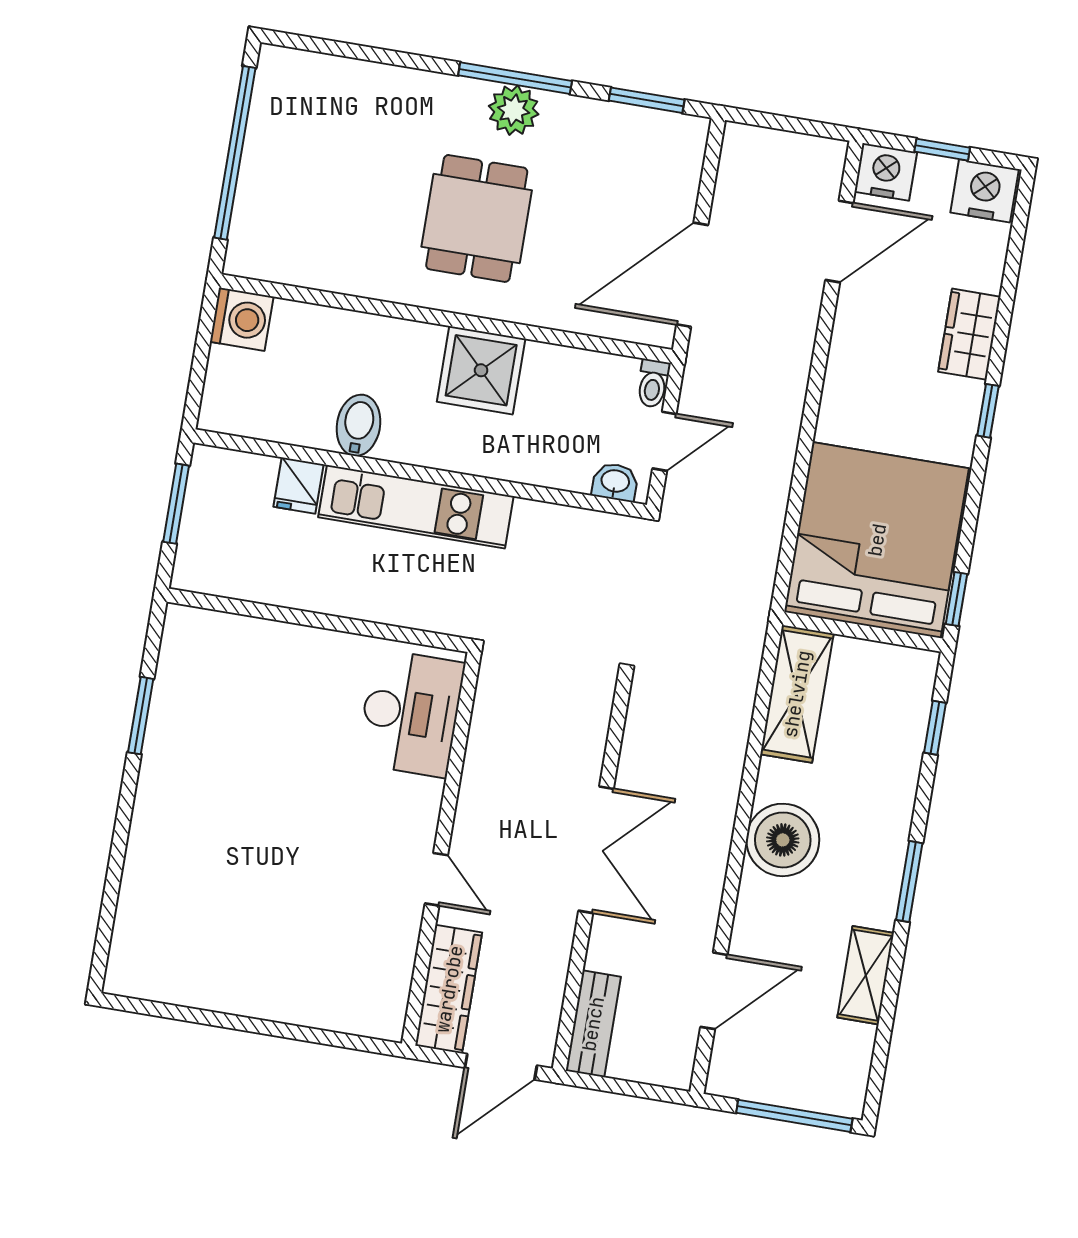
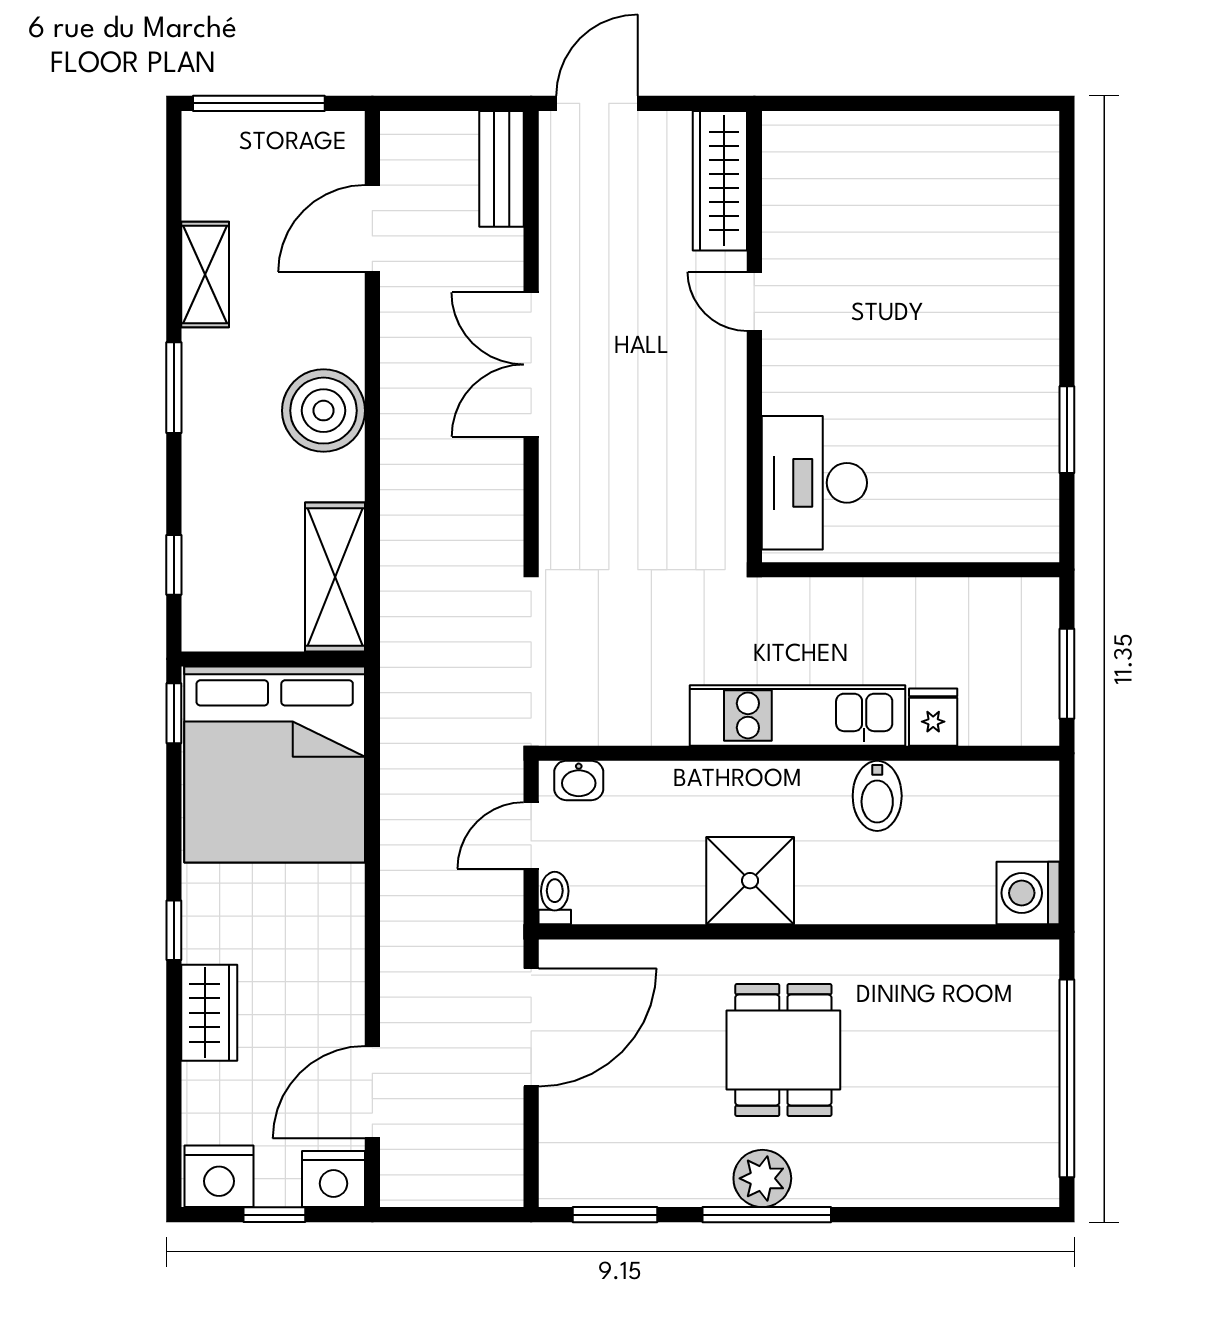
desk: (411, 713) -> (814, 483), moved
wall: (441, 849) -> (754, 337), moved
door: (436, 879) -> (754, 301), moved
wardrobe: (449, 989) -> (720, 181), moved

